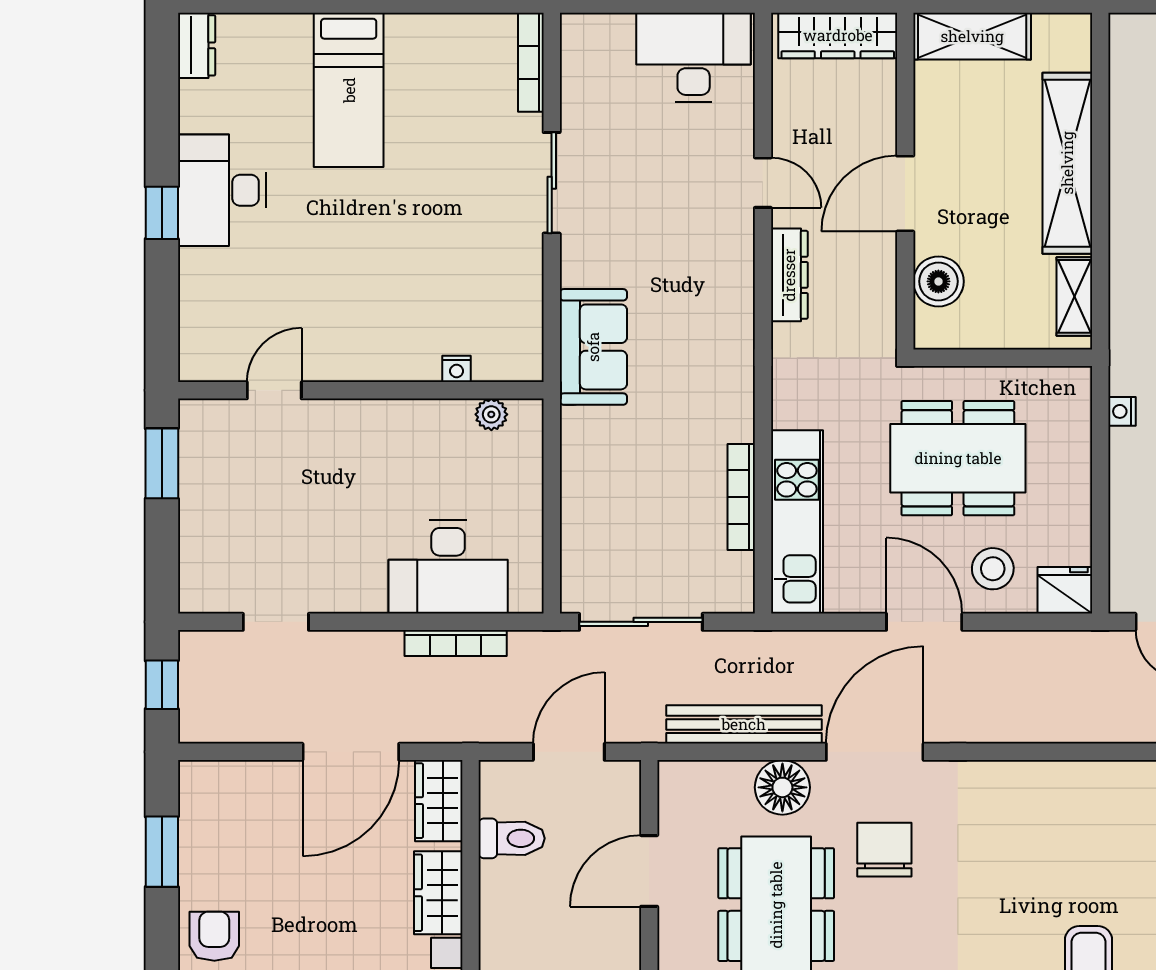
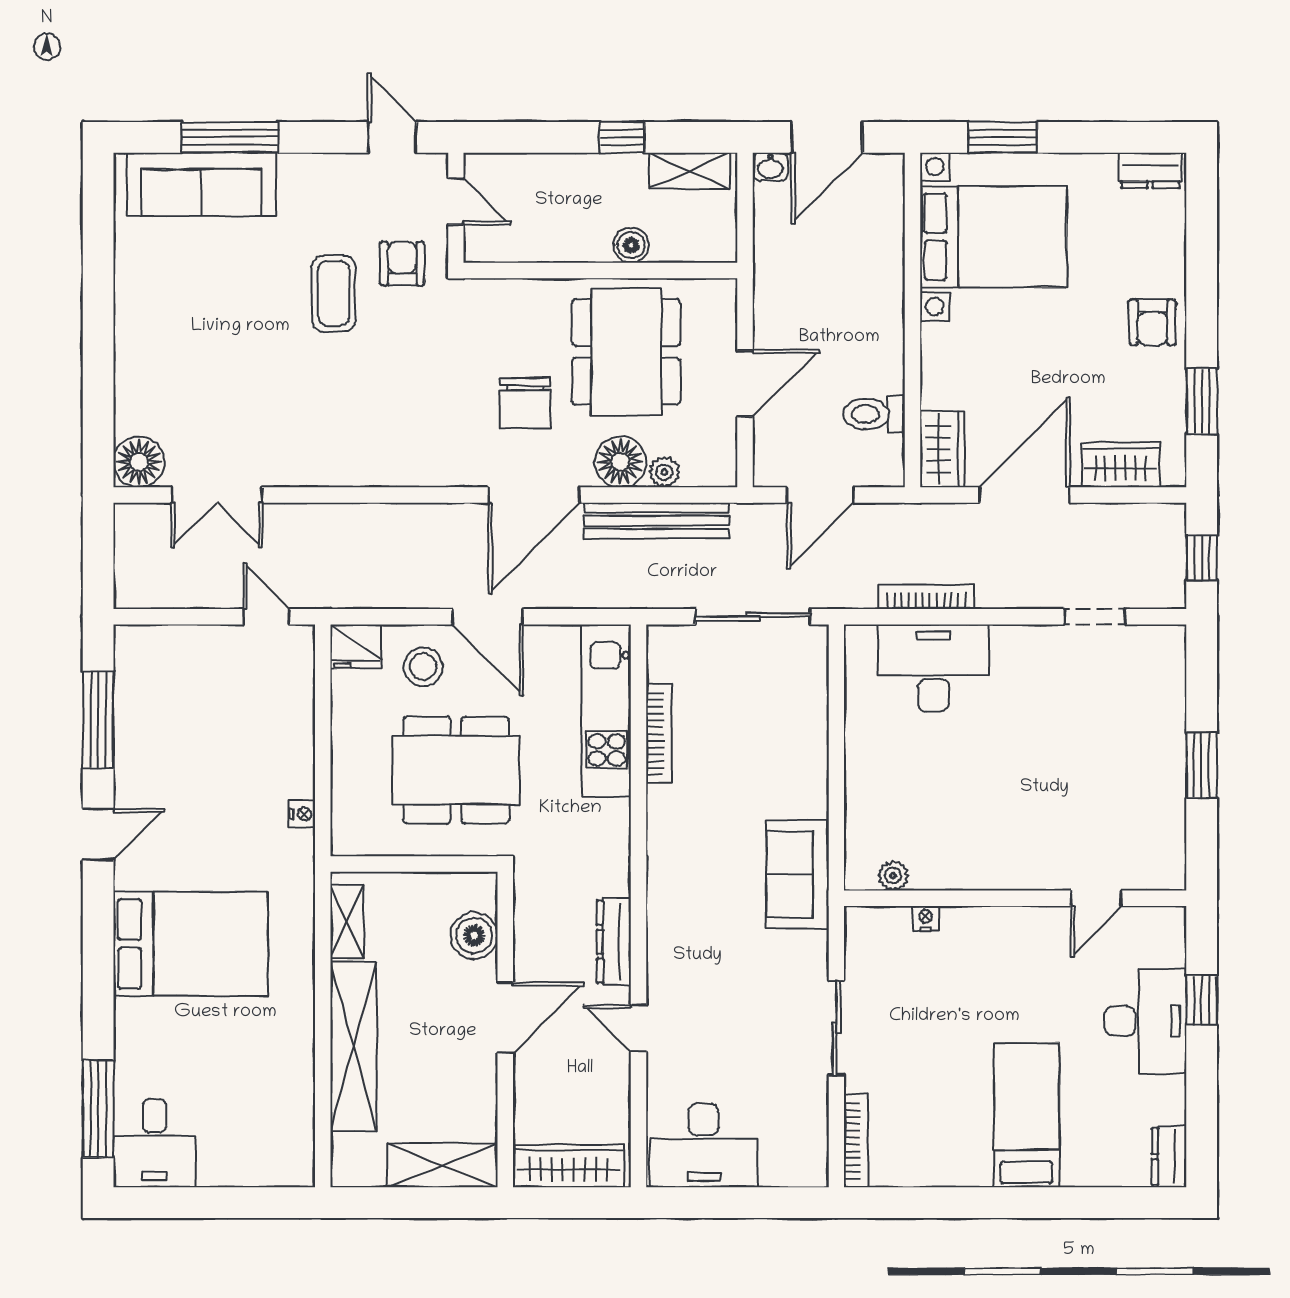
nightstand: (457, 369) -> (926, 918), moved
door: (274, 390) -> (1096, 898), moved
wall: (361, 390) -> (1015, 898), moved
plant: (491, 414) -> (893, 876), moved
plant: (735, 776) -> (664, 472), added
wardrobe: (438, 893) -> (1121, 465), moved, turned -90

